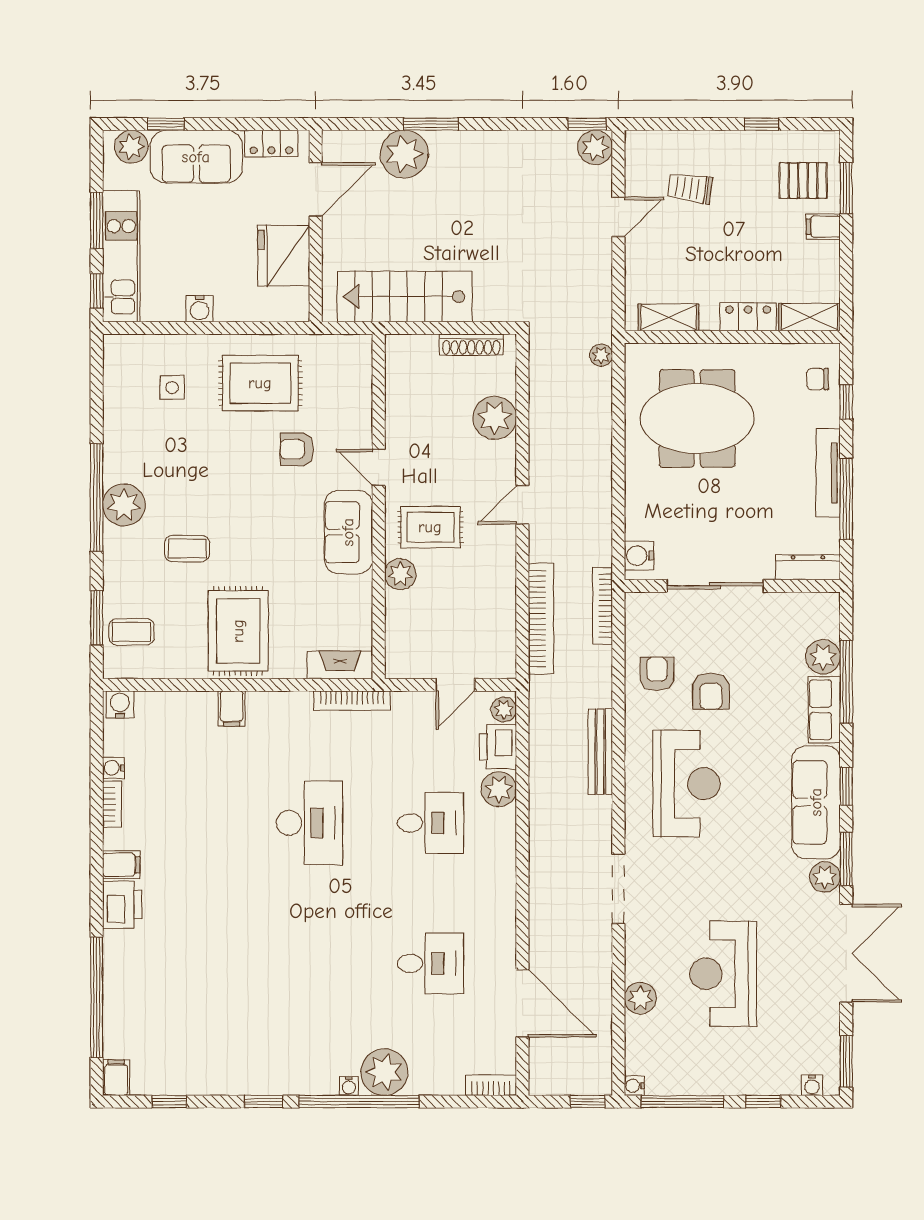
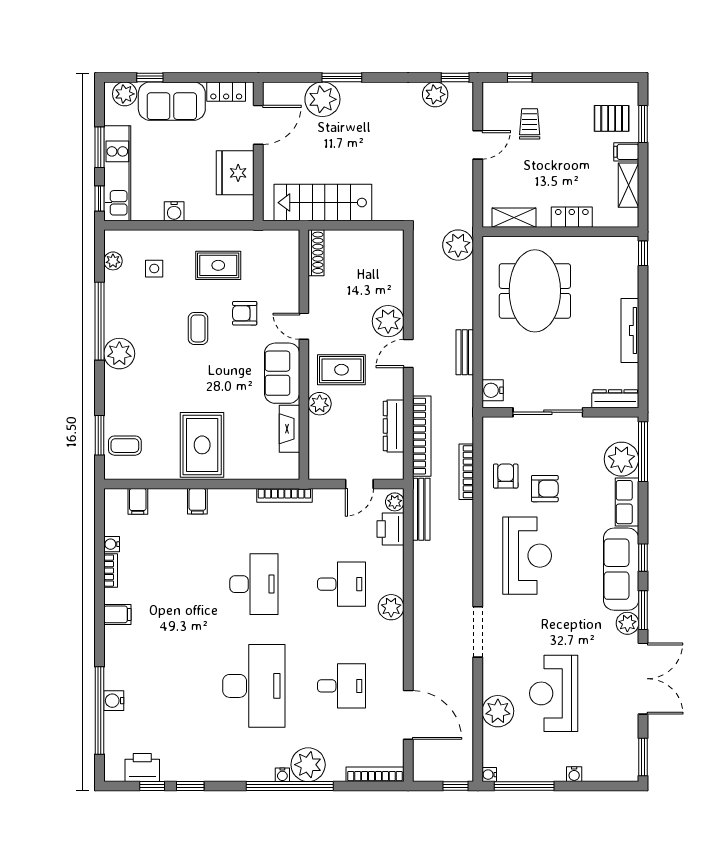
window: (762, 124) -> (520, 78), moved
plant: (595, 147) -> (435, 94), moved
trolley: (690, 188) -> (530, 124), turned 82
shelving: (809, 317) -> (629, 185), moved, turned 90
shoe rack: (471, 345) -> (316, 253), moved, turned -90
plant: (601, 355) -> (458, 245), width x1.88, depth x1.88
plant: (115, 377) -> (113, 261), added
chair: (818, 379) -> (622, 262), removed
rug: (260, 383) -> (218, 265), width x0.73, depth x0.70
window: (846, 402) -> (643, 253), moved
plant: (495, 418) -> (388, 321), moved
meeting table: (697, 418) -> (535, 291), turned 90
window: (97, 497) -> (100, 321), moved
window: (846, 499) -> (643, 349), removed
bench: (600, 503) -> (465, 352), added
coffee table: (187, 549) -> (198, 328), moved, turned 90
dresser: (502, 605) -> (394, 426), added
bookcase: (603, 606) -> (466, 472), moved
plant: (823, 657) -> (621, 459), width x1.36, depth x1.36
fireplace: (340, 665) -> (289, 429), moved, turned -90
window: (846, 682) -> (643, 452), moved
armchair: (711, 691) -> (545, 489), turned -90
water cooler: (120, 704) -> (114, 701), moved, turned -90
bench: (600, 752) -> (421, 509), moved
plant: (499, 789) -> (391, 607), moved
printer: (122, 905) -> (142, 768), moved, turned -90
desk: (310, 963) -> (254, 686), added
plant: (640, 998) -> (498, 711), width x1.36, depth x1.36
filing cabinet: (116, 1078) -> (138, 501), moved, turned 180
bookcase: (491, 1085) -> (375, 774), width x1.56
water cooler: (812, 1085) -> (574, 774), moved
window: (264, 1102) -> (190, 786), moved
window: (763, 1102) -> (583, 786), removed

